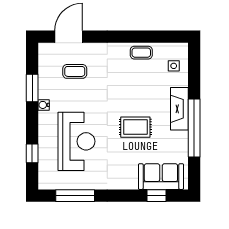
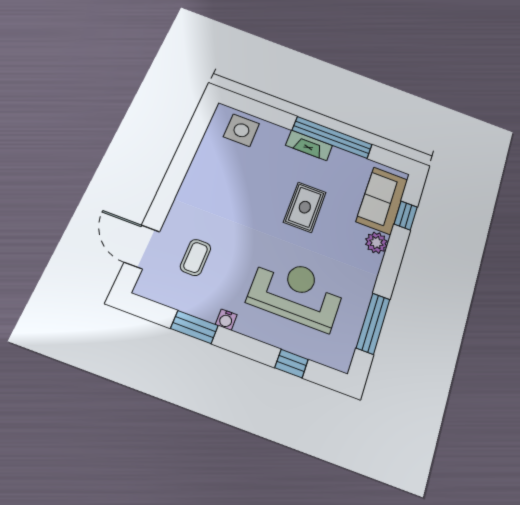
coffee table: (141, 53) -> (207, 162), removed
side table: (174, 66) -> (241, 130), width x1.87, depth x1.87
fireplace: (179, 109) -> (309, 145), width x0.73, depth x0.76
plant: (129, 182) -> (376, 243), added

